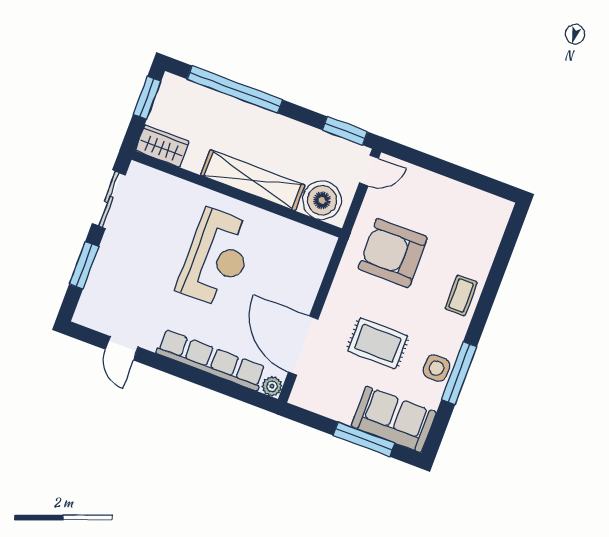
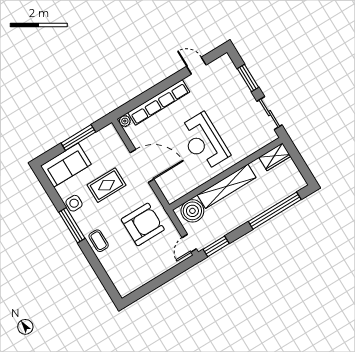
window: (147, 98) -> (302, 167), removed
door: (303, 346) -> (142, 166), moved
window: (459, 373) -> (72, 225), moved
window: (364, 439) -> (78, 138), moved

